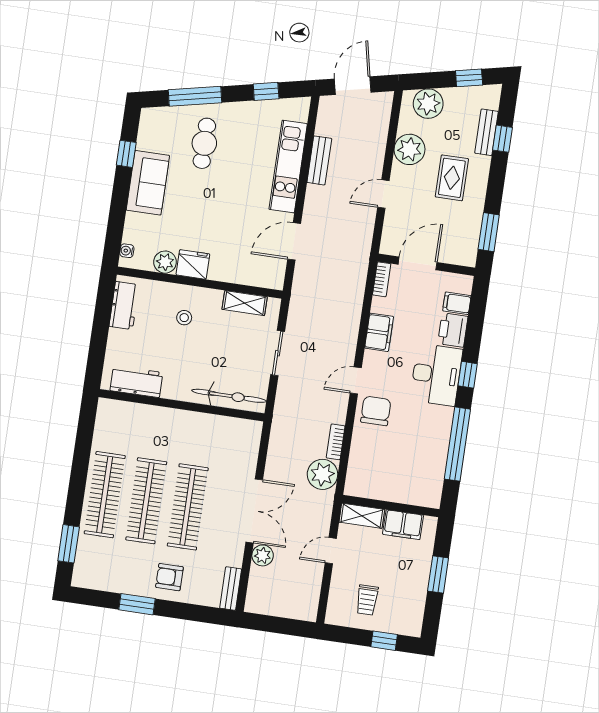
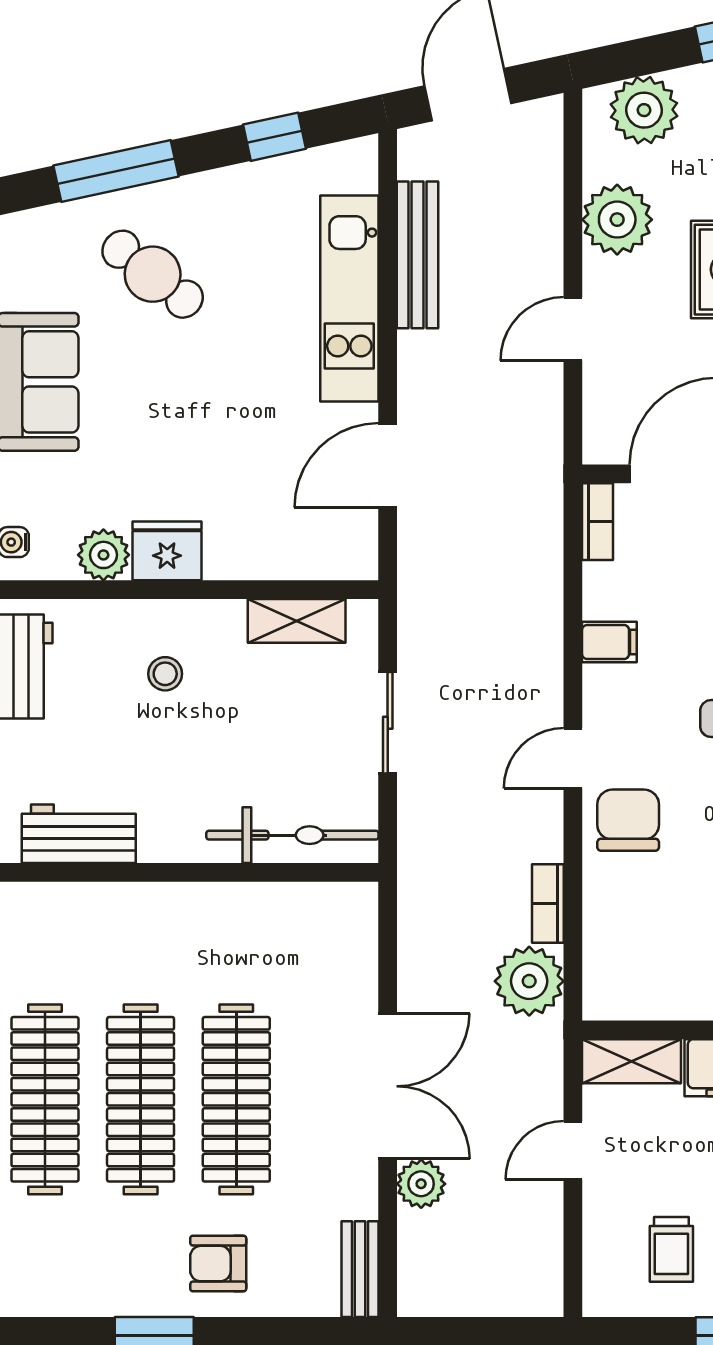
cafe table: (204, 143) -> (153, 274), turned -52
bench: (319, 160) -> (418, 255), width x1.36
filing cabinet: (379, 332) -> (609, 642), width x0.50

